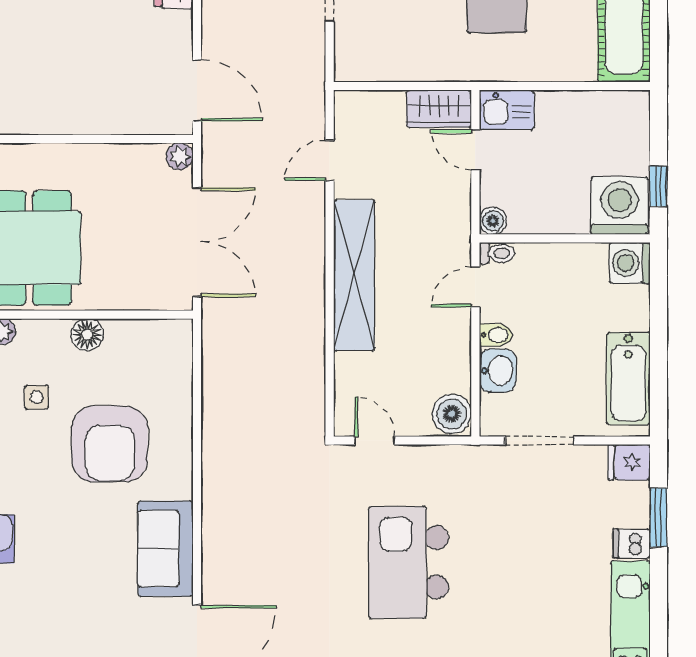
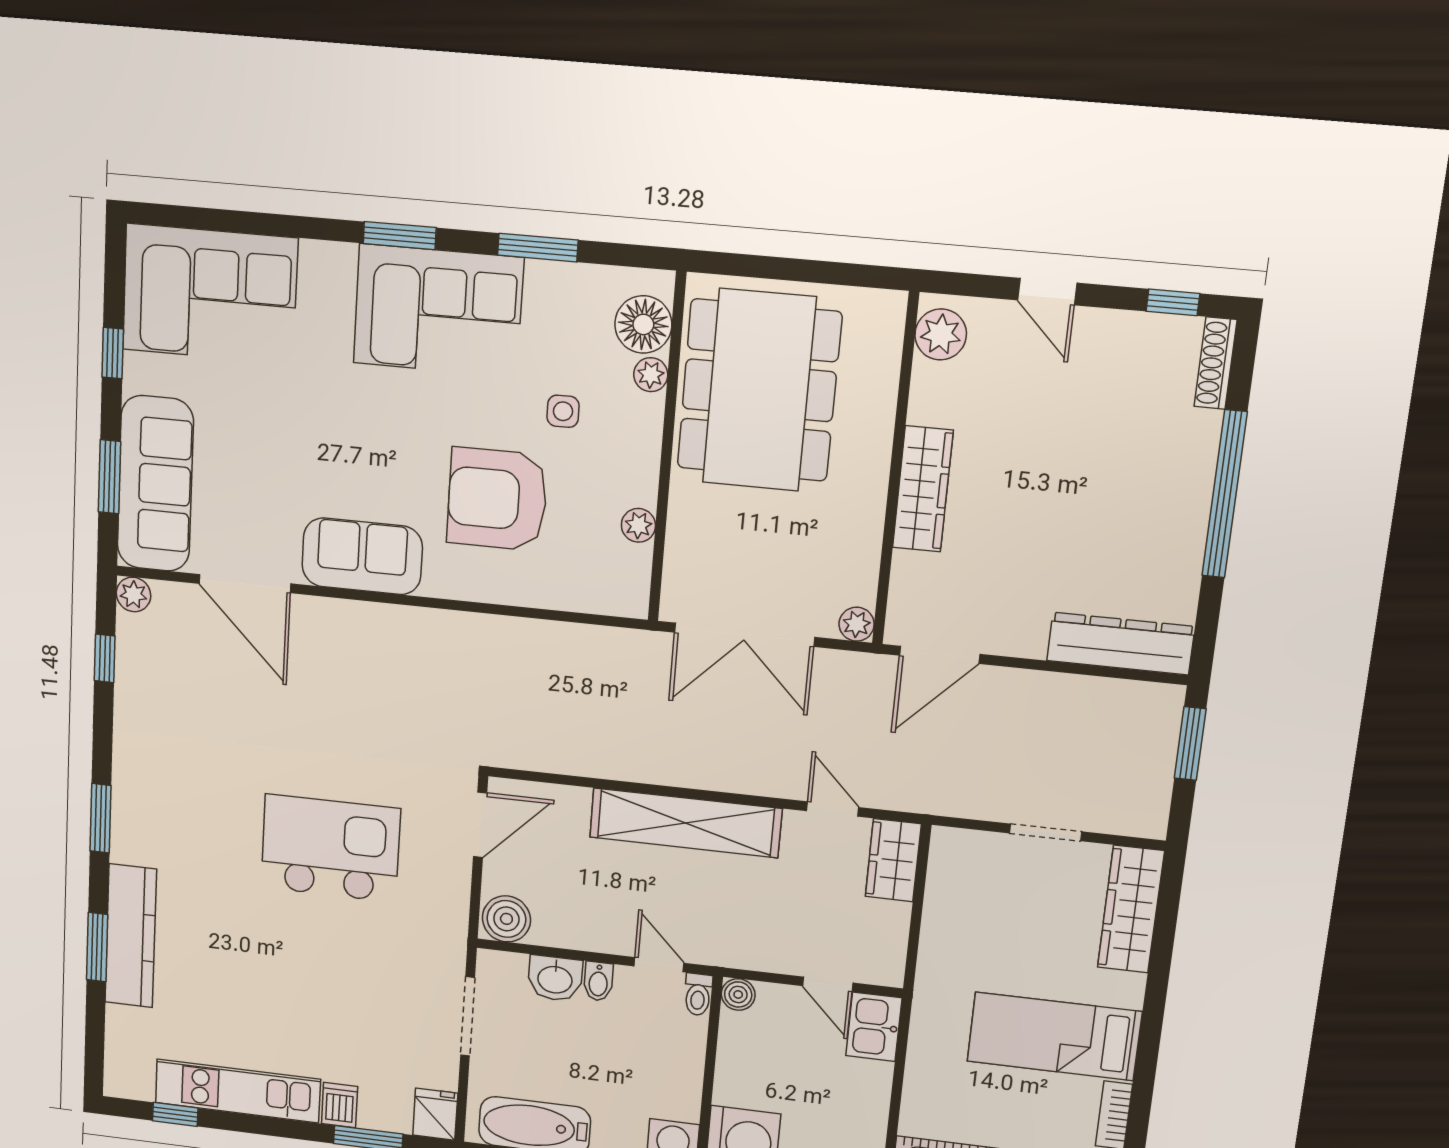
wardrobe: (439, 109) -> (893, 860), moved
wardrobe: (70, 117) -> (923, 489), added
door: (475, 150) -> (828, 984), swing flipped
plant: (119, 332) -> (638, 525), added
floor lamp: (87, 335) -> (638, 484), removed
door: (375, 440) -> (480, 825), width x1.37

